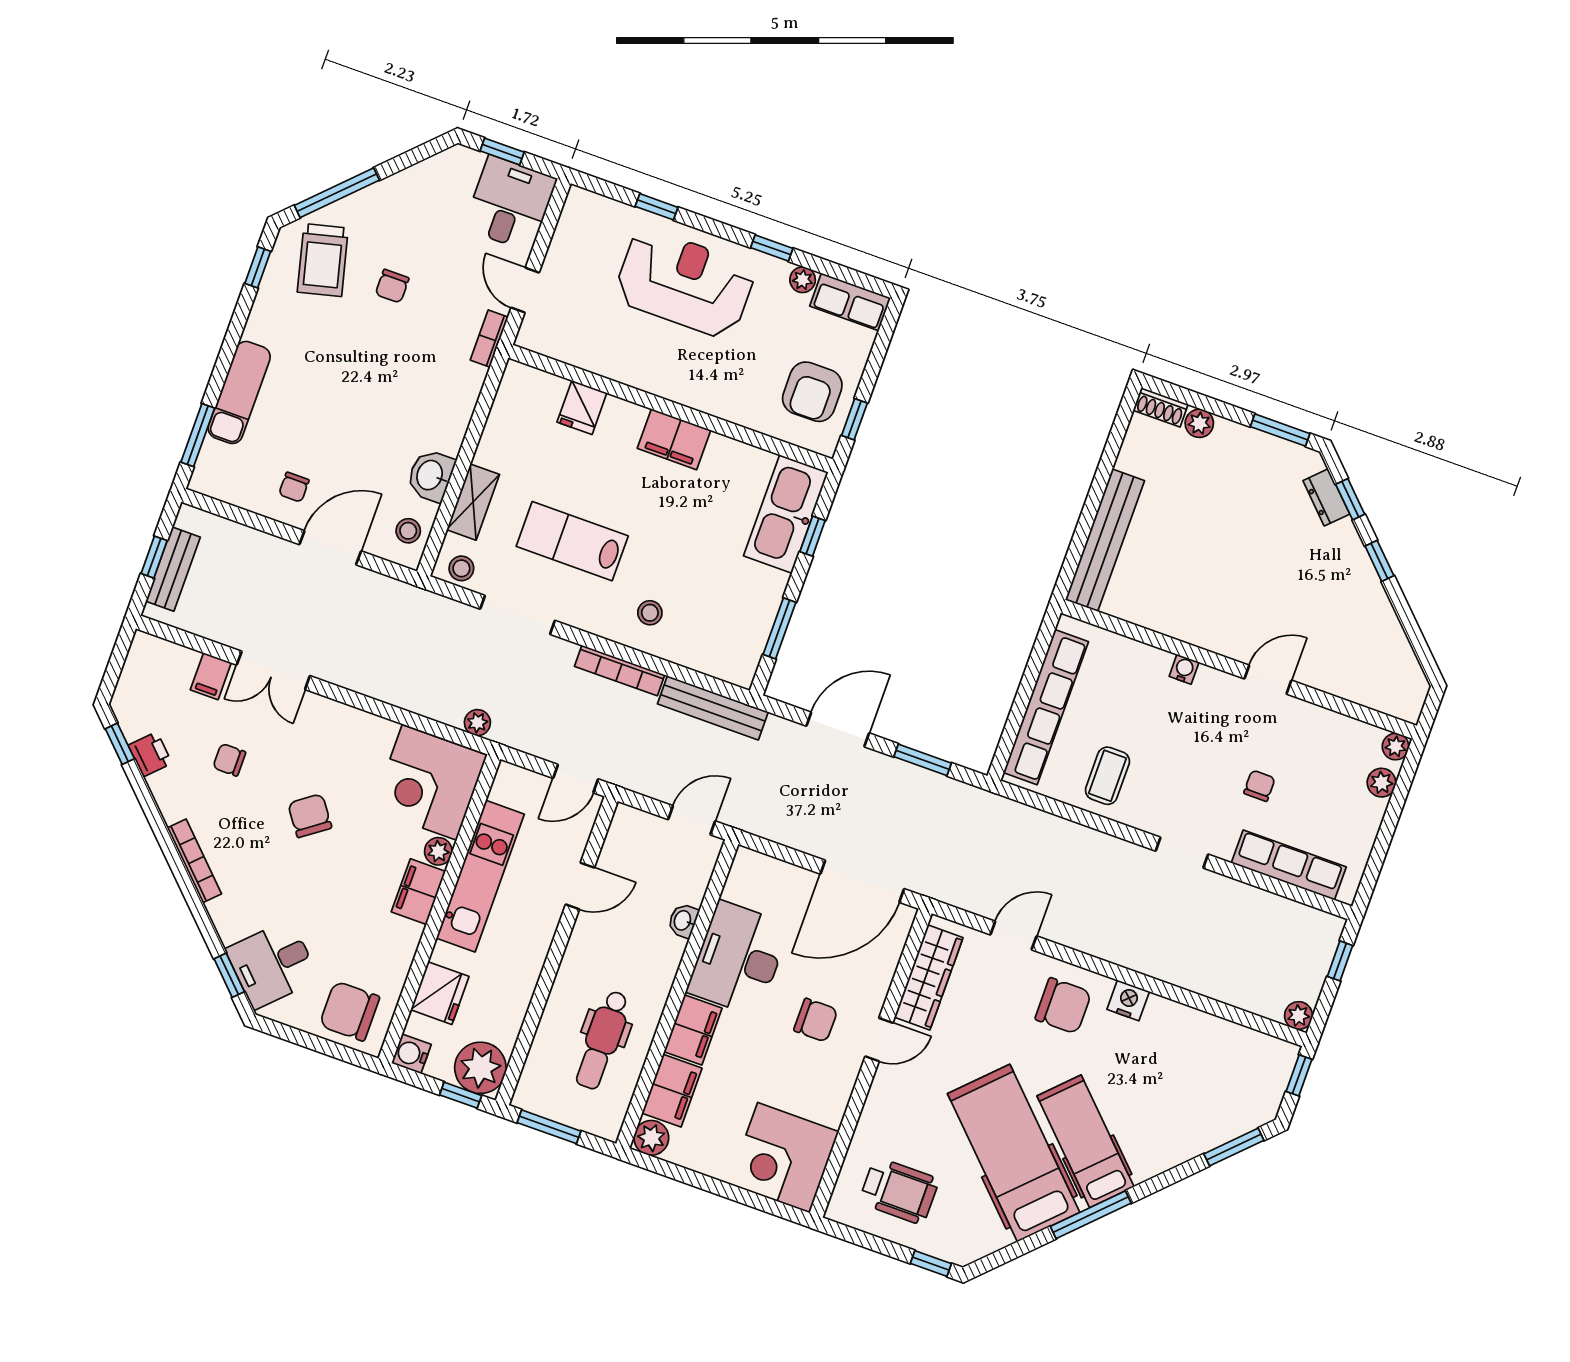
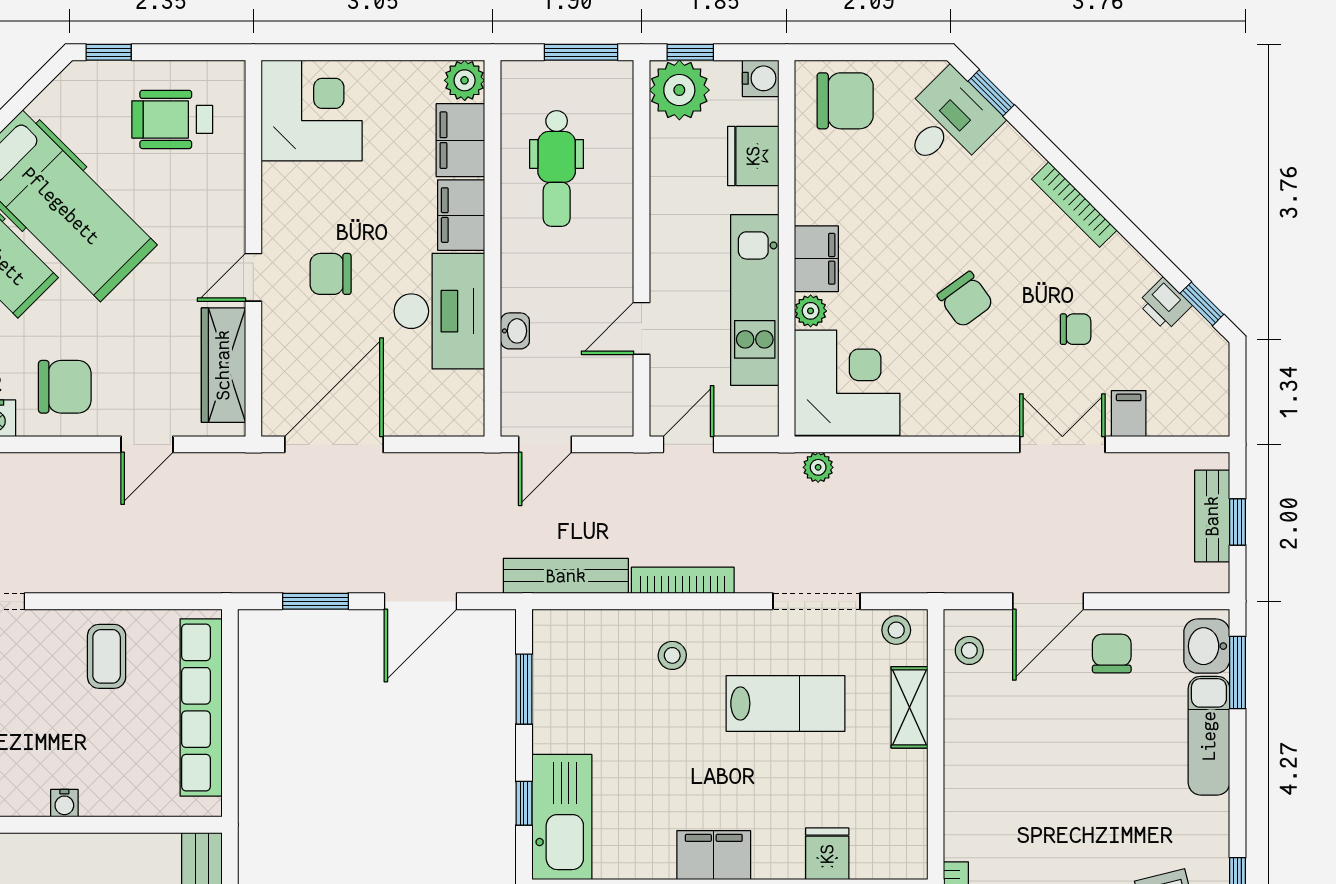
washbasin: (431, 475) -> (1207, 646), moved, turned 180
chair: (294, 487) -> (1112, 653), width x1.37, depth x1.37
chair: (1063, 1006) -> (65, 387), turned 180
dental chair: (602, 1040) -> (557, 168), turned 180

